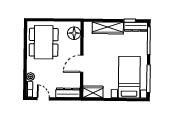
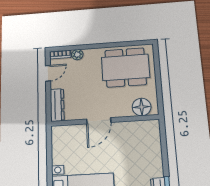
wardrobe: (108, 28) -> (153, 154), removed
door: (82, 64) -> (99, 121), swing flipped
wardrobe: (93, 92) -> (59, 139), removed

